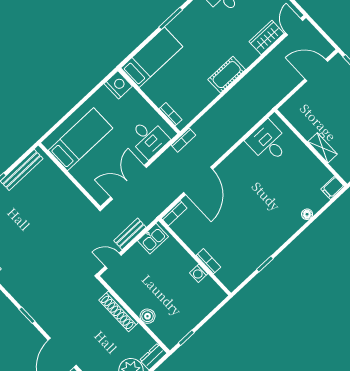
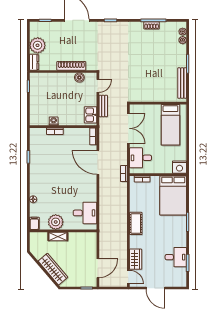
bed: (152, 57) -> (173, 196), width x1.50
plant: (309, 165) -> (56, 222), added
boiler: (148, 316) -> (79, 78), moved

